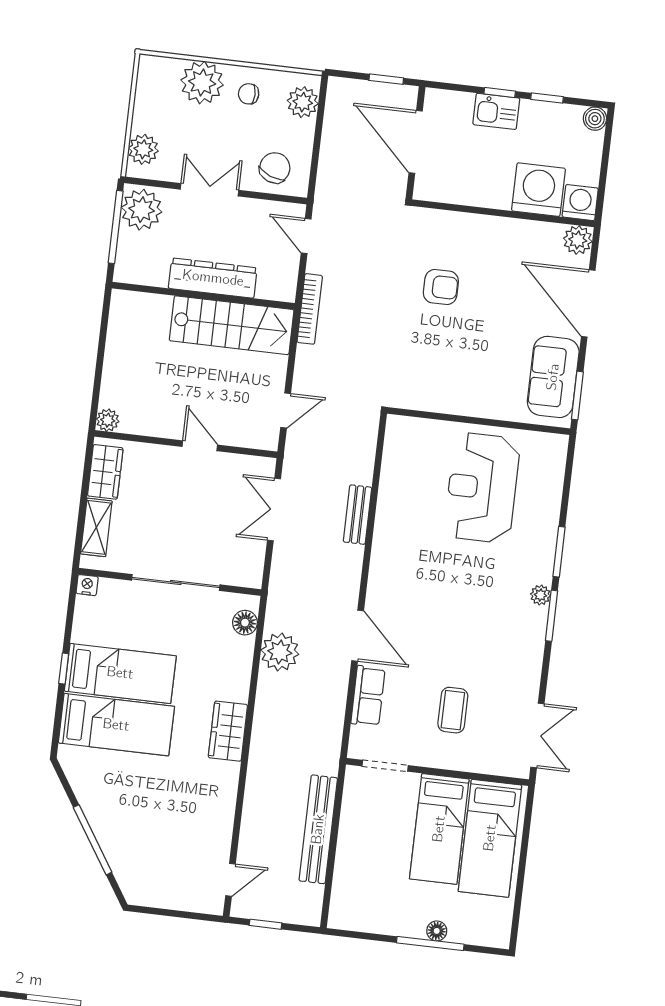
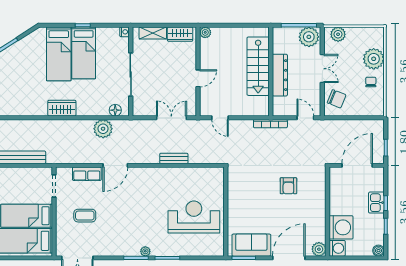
plant: (303, 102) -> (370, 109), removed
door: (306, 236) -> (305, 118), hinge flipped
stairs: (232, 325) -> (258, 66), moved

